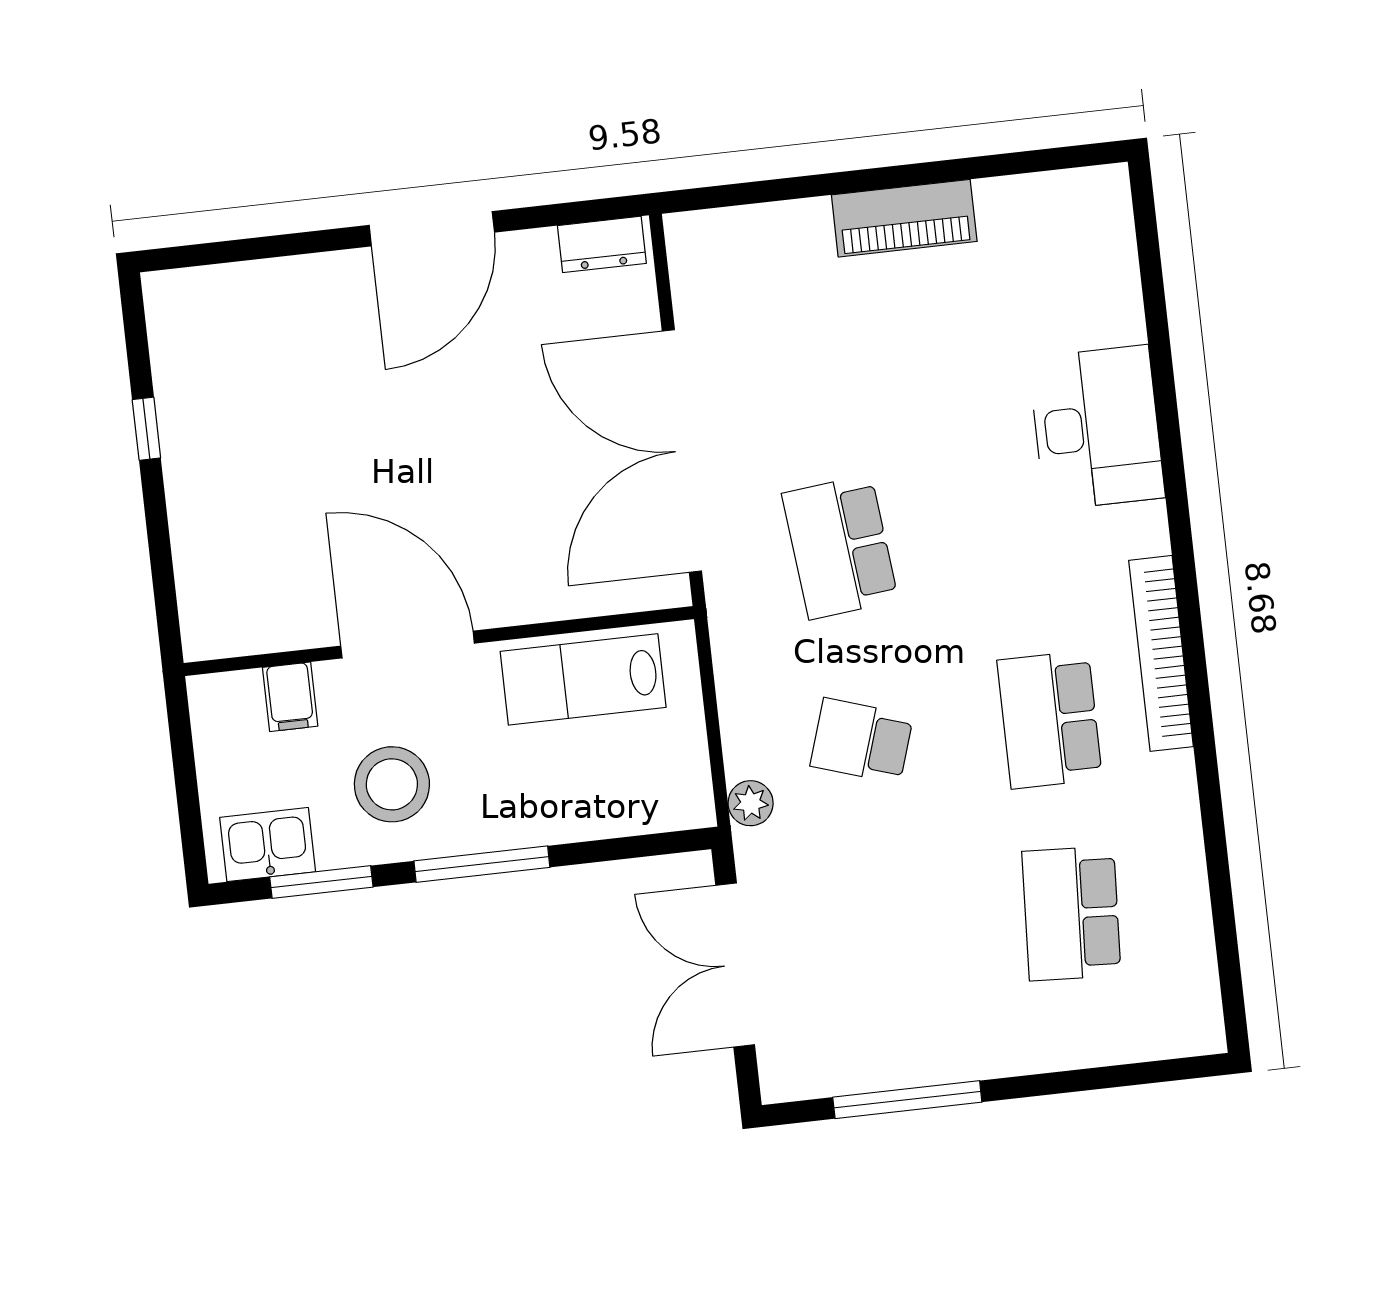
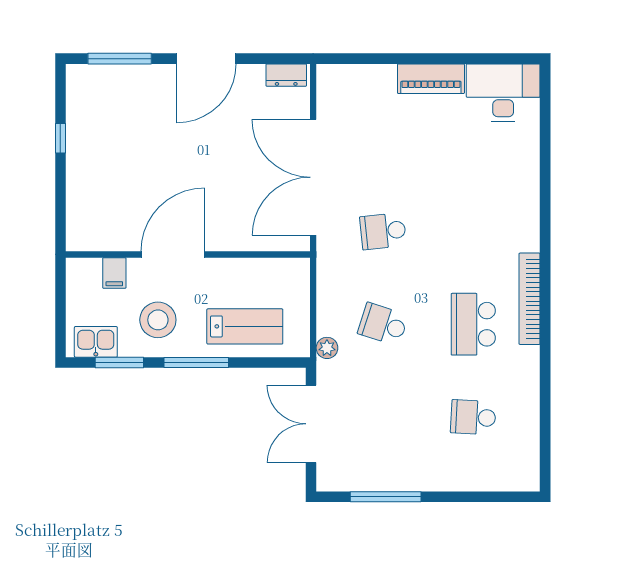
window: (251, 249) -> (120, 59), added
desk: (1097, 428) -> (503, 93), moved, turned -90
school desk: (840, 547) -> (383, 231), width x0.54
door: (408, 645) -> (173, 254), hinge flipped
lab bench: (583, 679) -> (245, 326), moved, turned 180
school desk: (1071, 913) -> (473, 417), width x0.54

